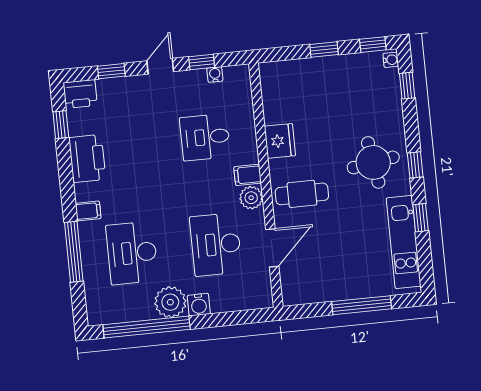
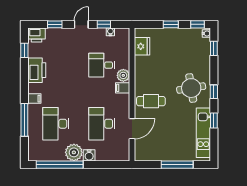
fridge: (280, 141) -> (142, 46), moved
plant: (251, 198) -> (123, 75), moved

